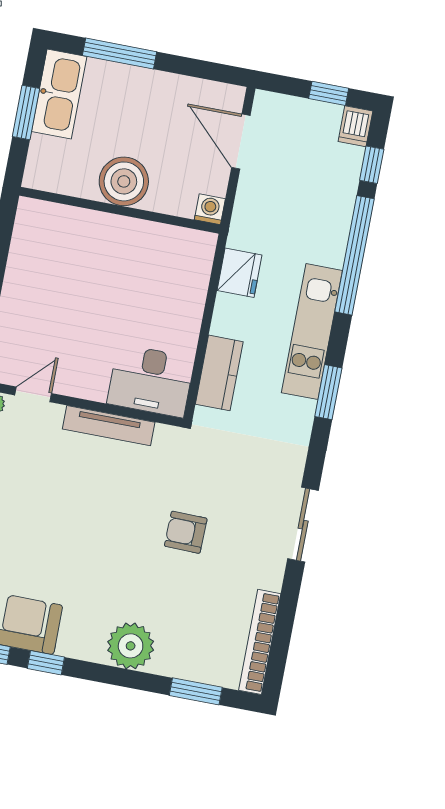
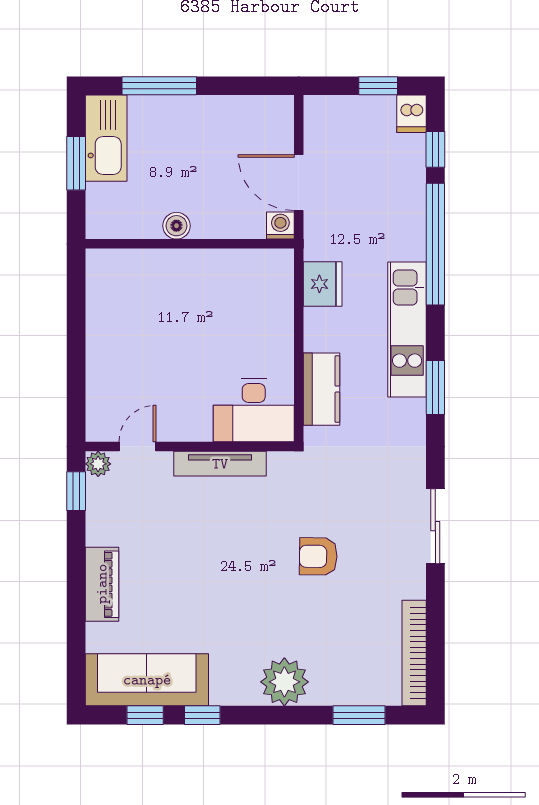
door: (241, 142) -> (299, 183), moved
boiler: (124, 181) -> (176, 226), width x0.54, depth x0.54

